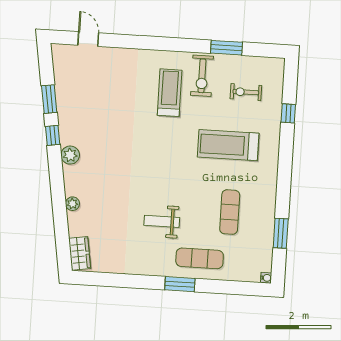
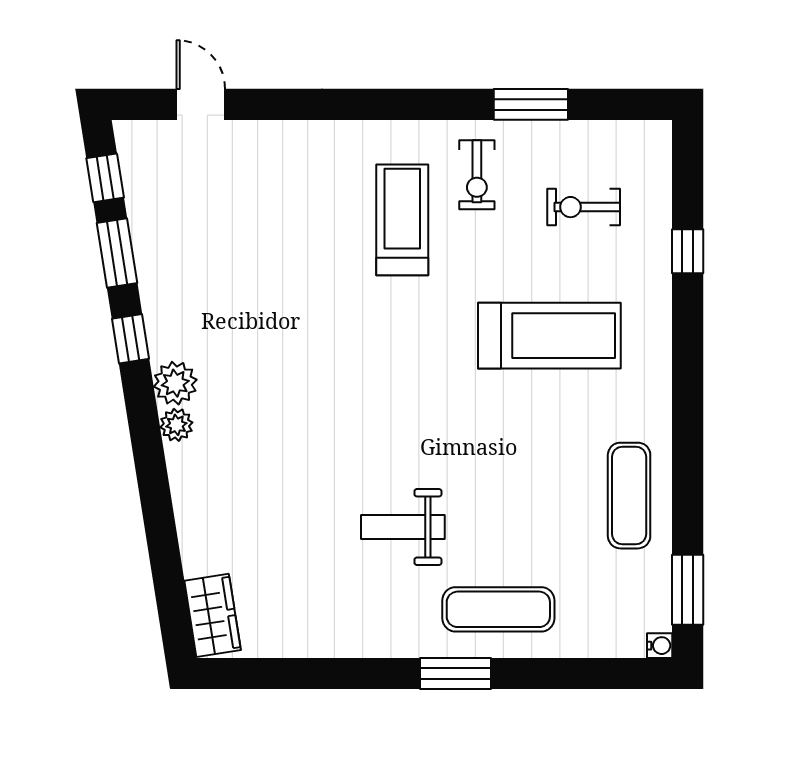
window: (46, 67) -> (105, 178), added
exercise bike: (202, 76) -> (477, 175), width x0.73, depth x0.72
treadmill: (228, 145) -> (549, 336), turned 180
plant: (72, 204) -> (176, 425), moved
exercise mat: (230, 212) -> (629, 496), moved
window: (281, 233) -> (688, 590), moved

